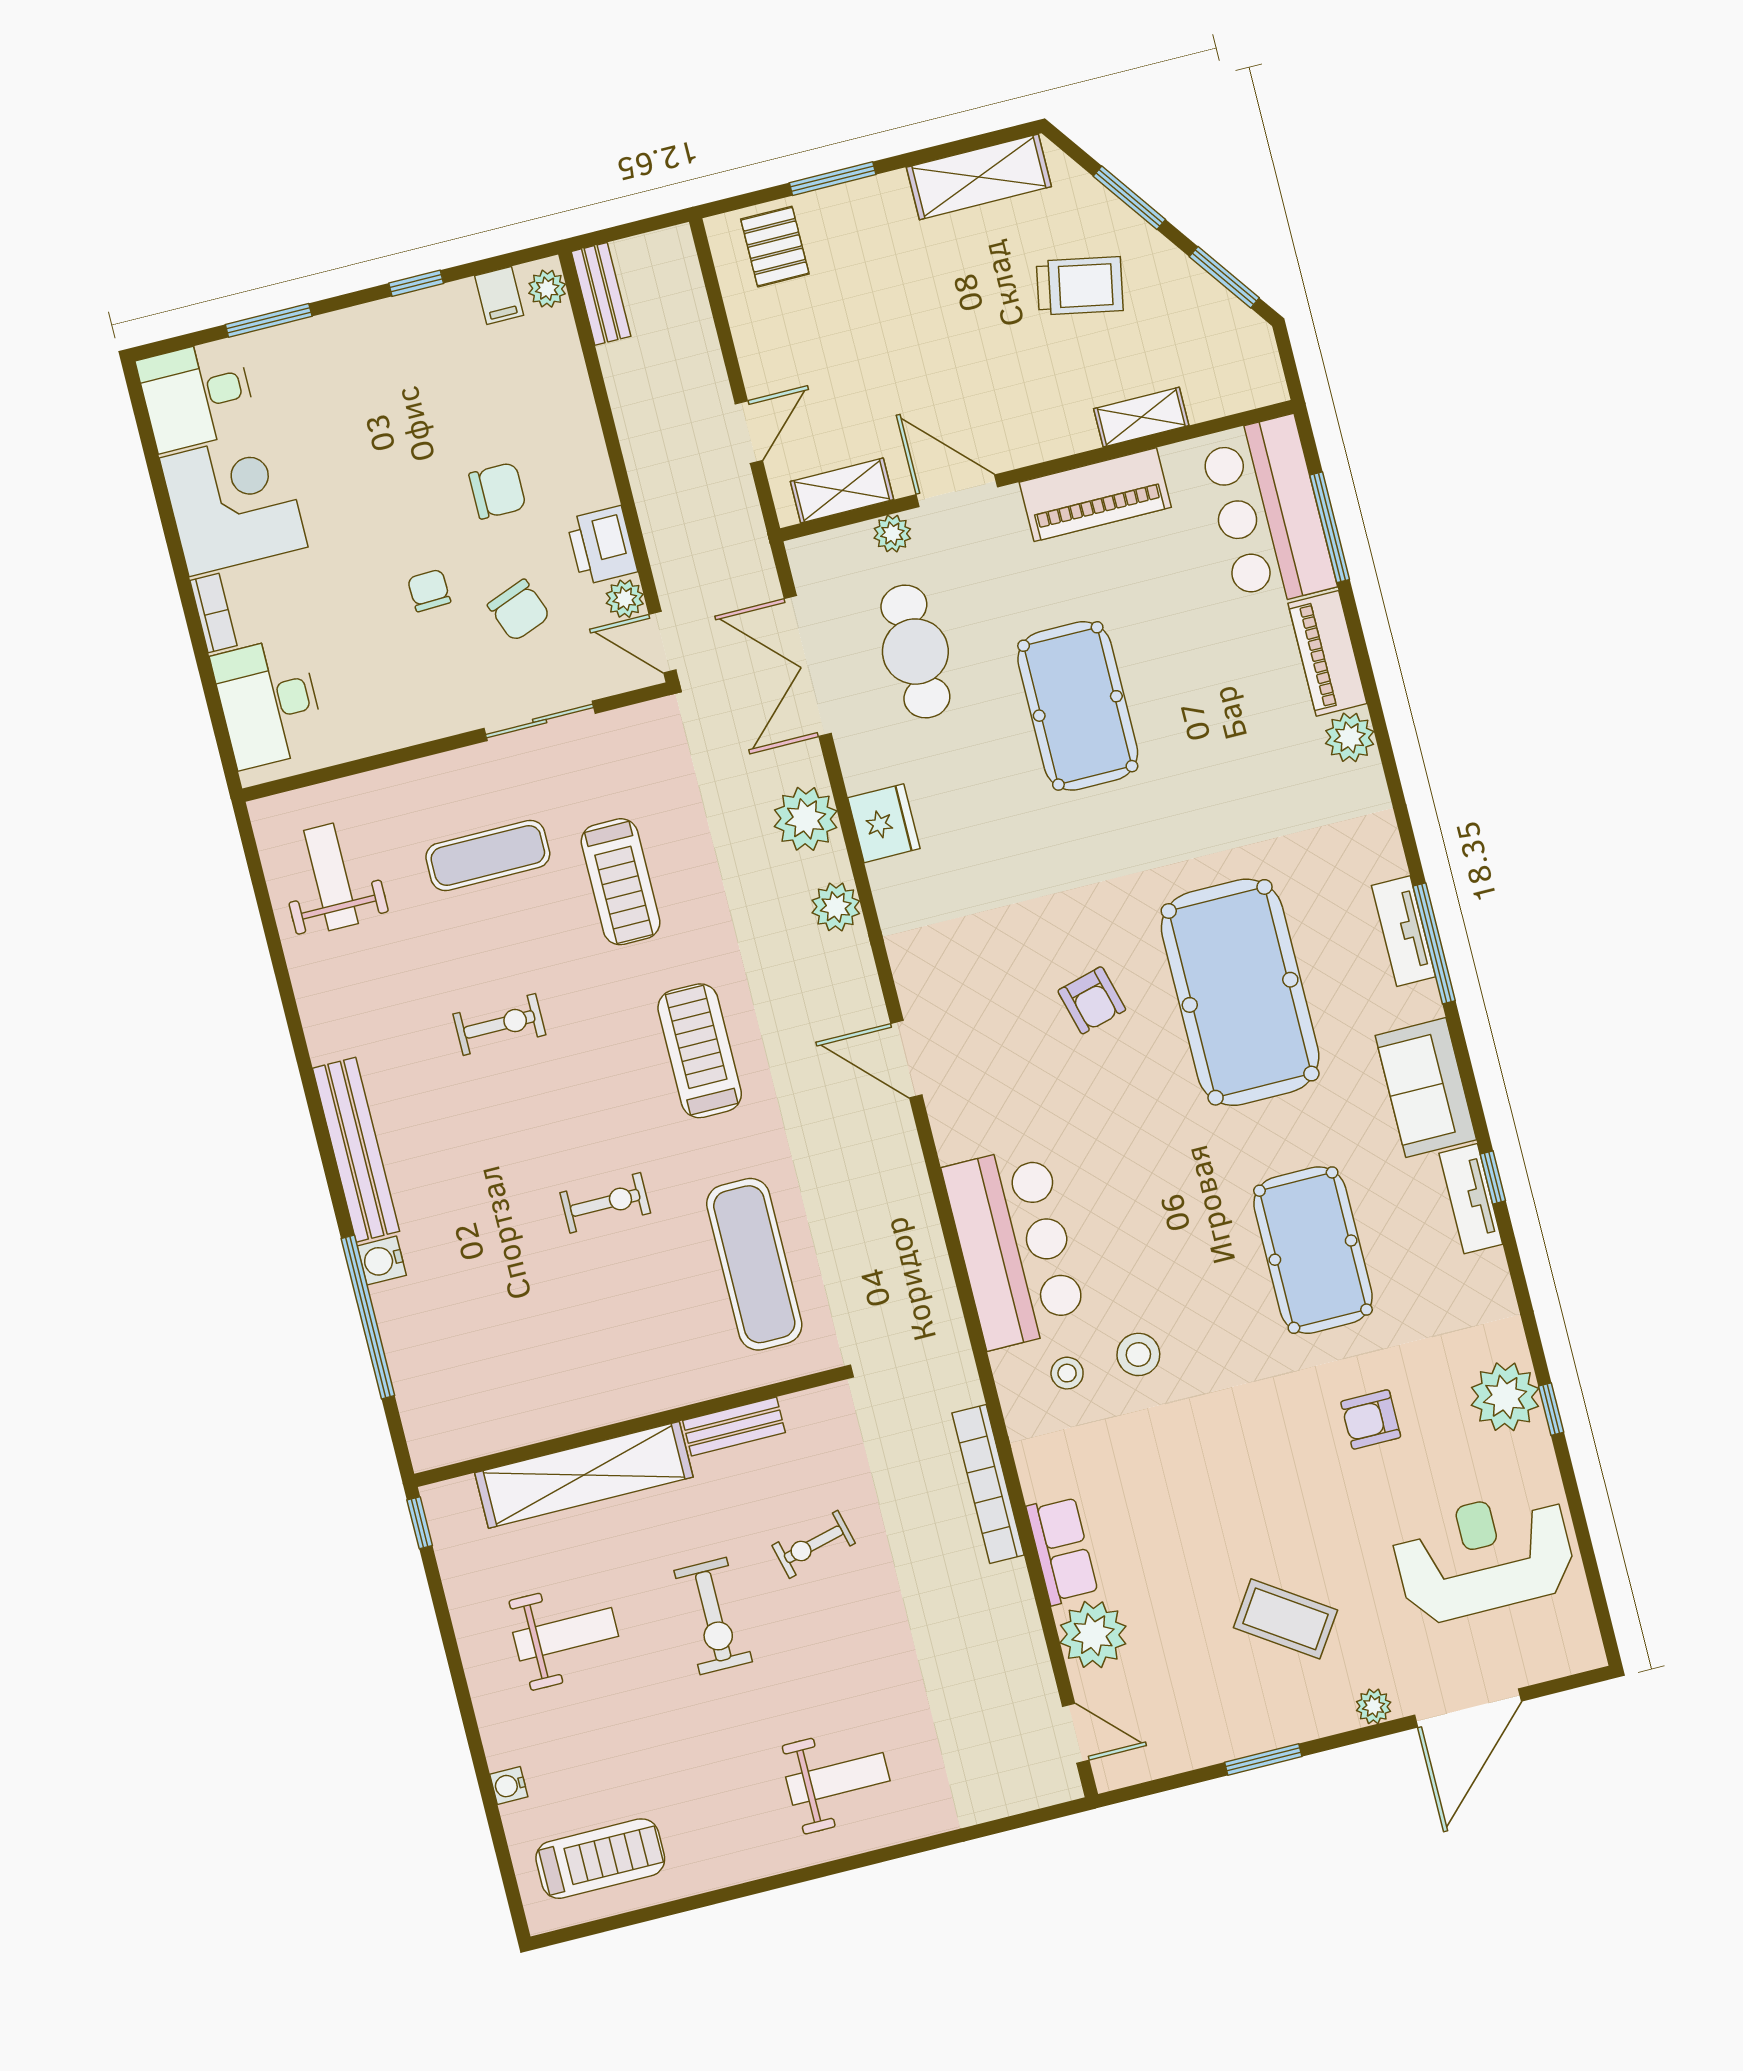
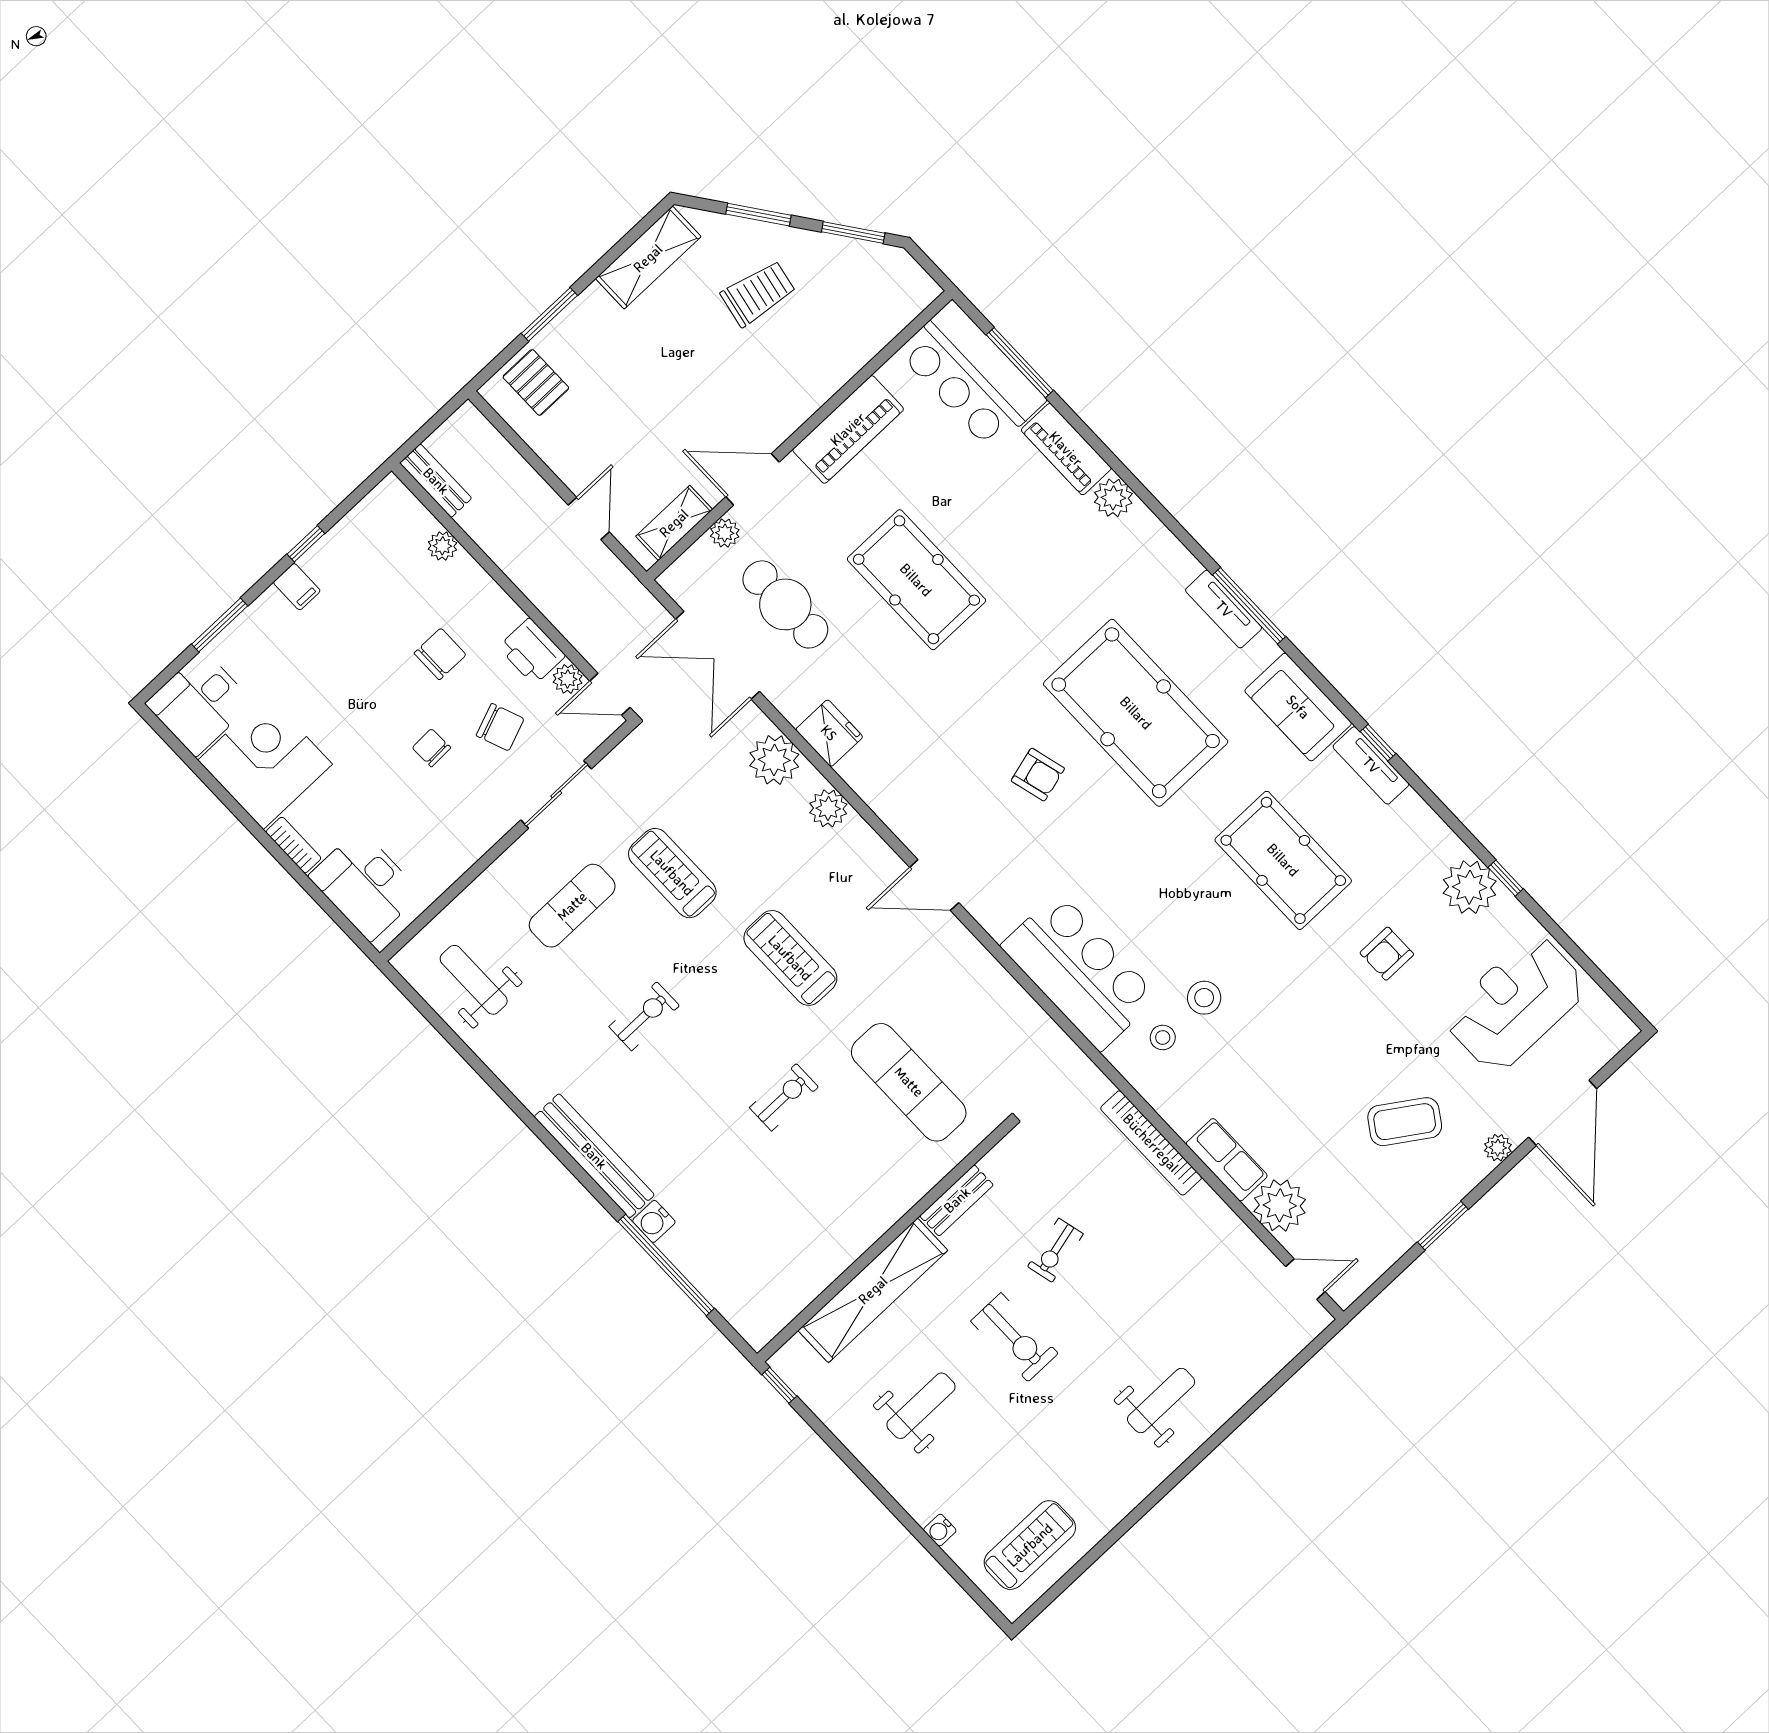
plant: (547, 289) -> (442, 546), moved
filing cabinet: (499, 295) -> (297, 587), moved
shelving: (1141, 417) -> (850, 359), removed
treadmill: (621, 882) -> (672, 873), turned 180

